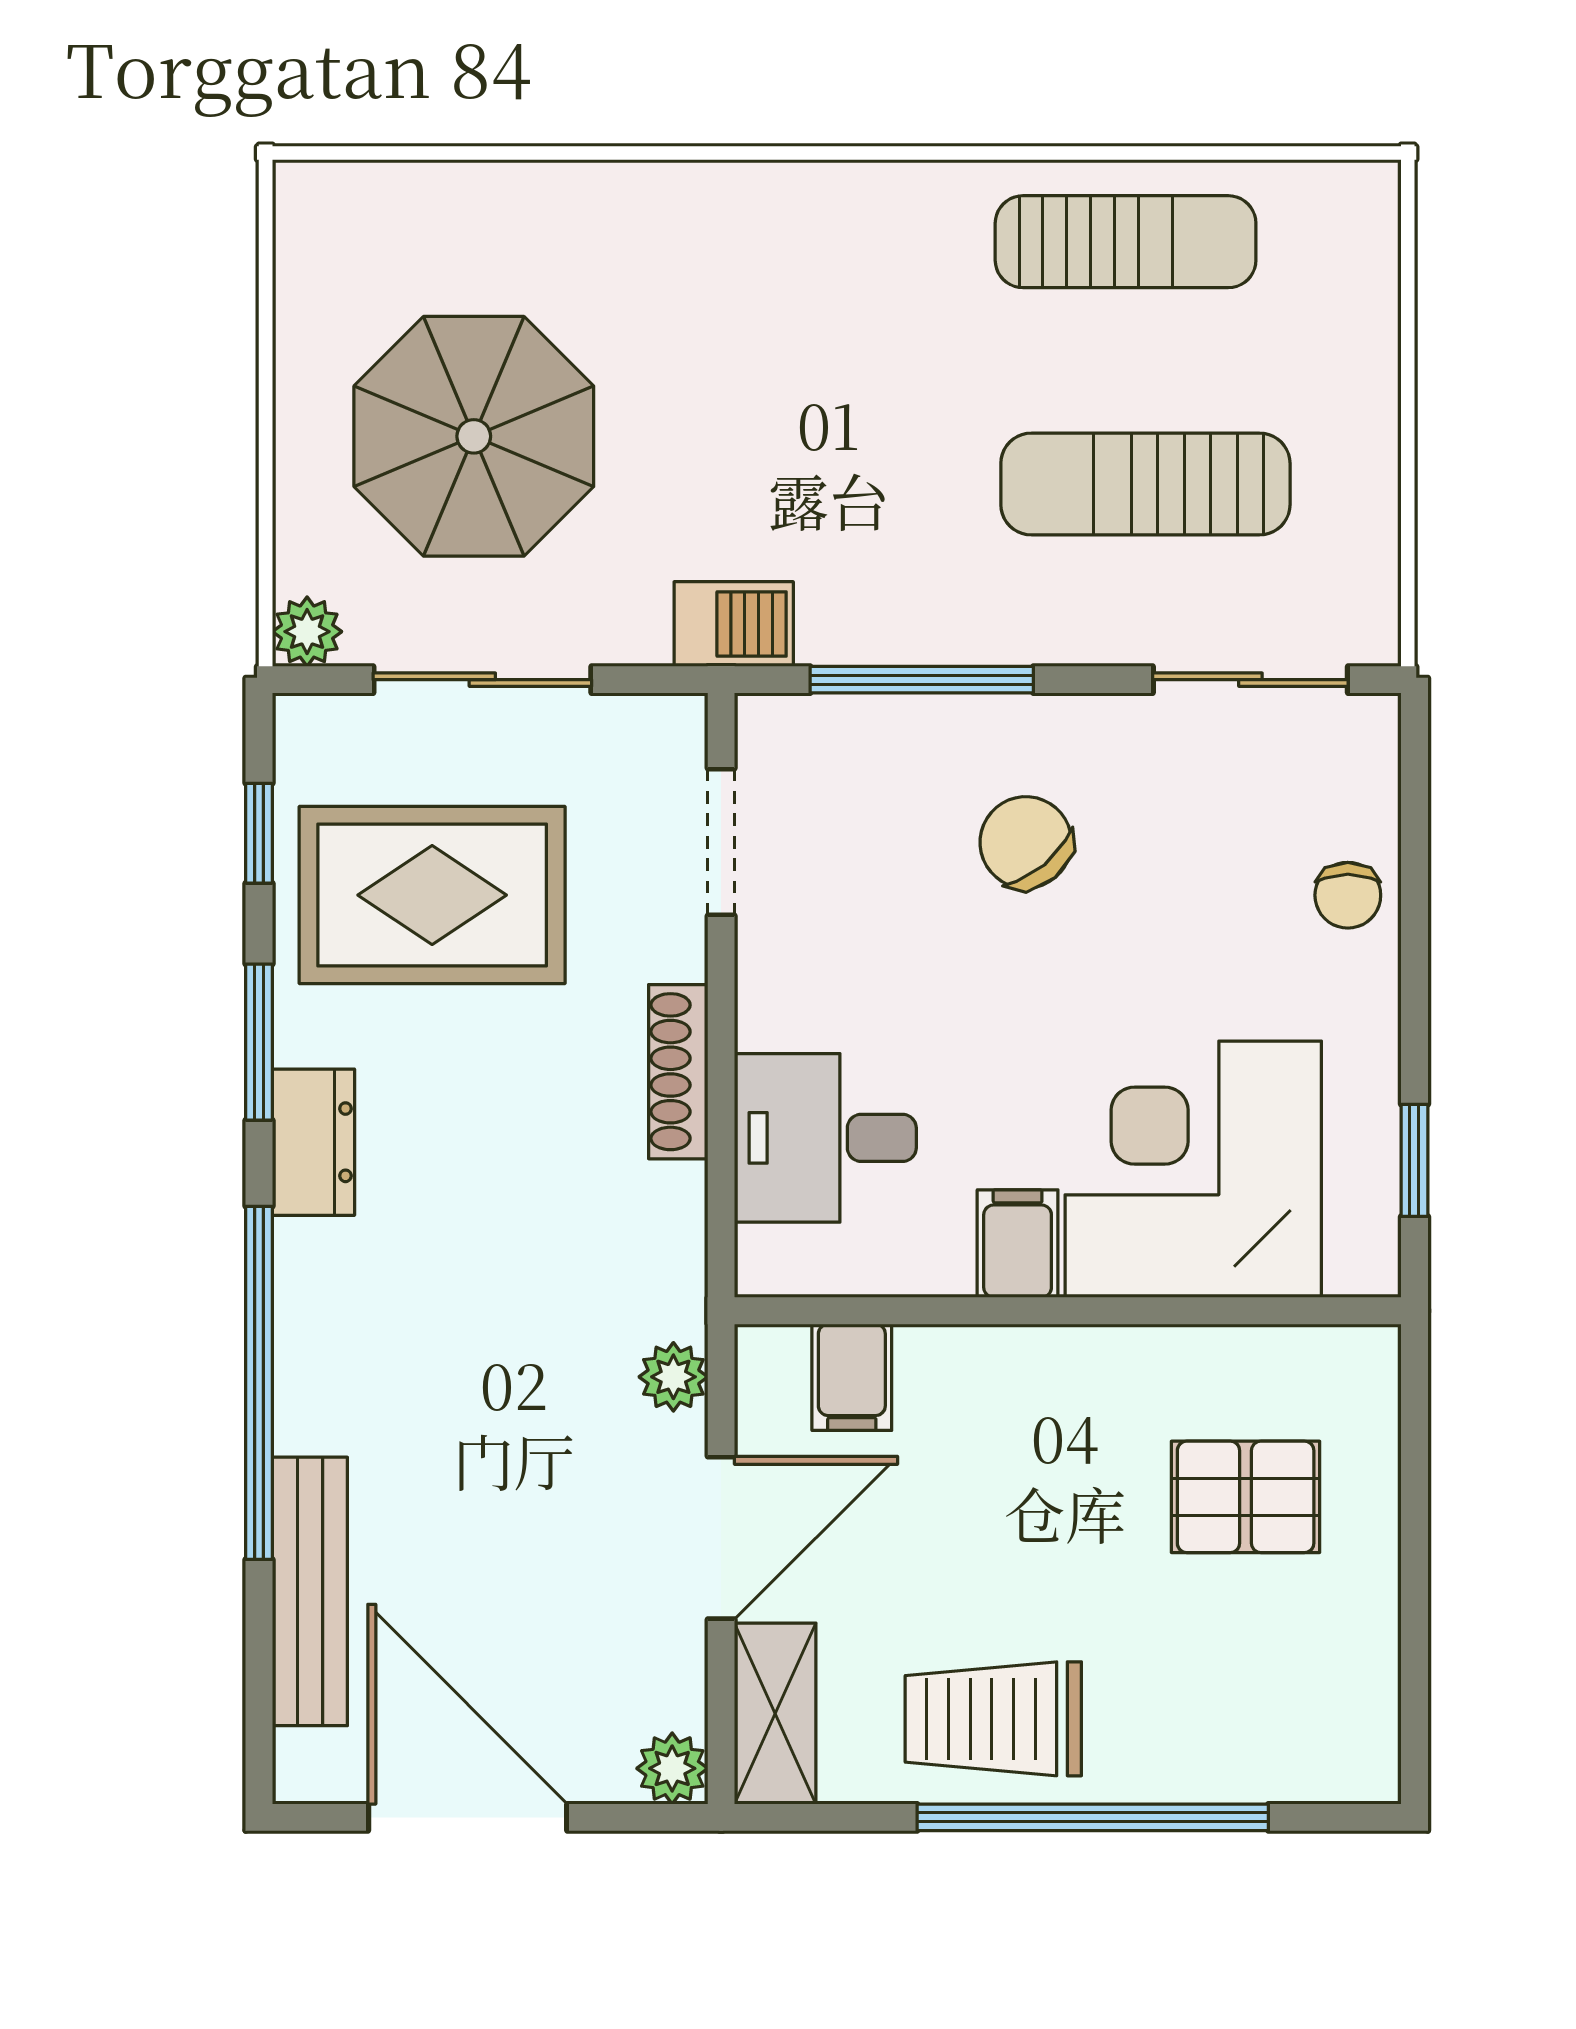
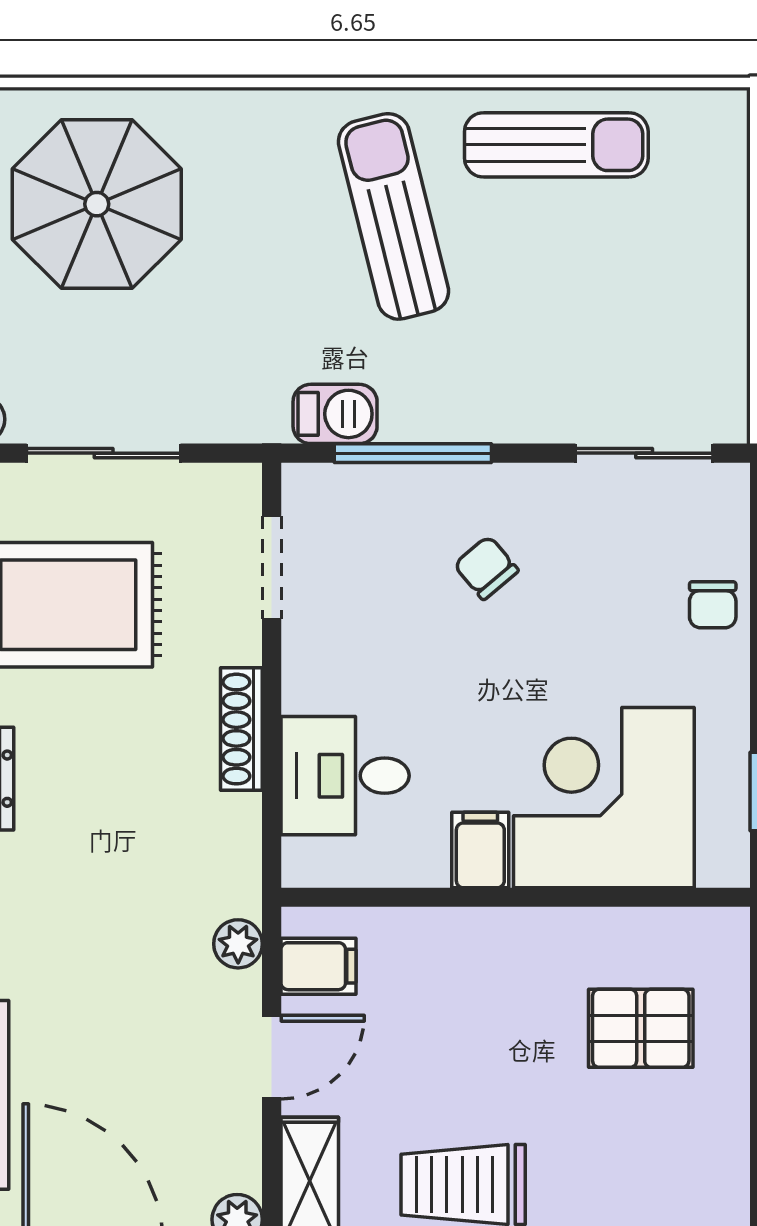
parasol: (474, 436) -> (97, 204), moved
sun lounger: (1145, 484) -> (393, 216), moved, turned 76
barbecue: (734, 624) -> (335, 414), moved
chair: (1026, 842) -> (486, 568), width x0.73, depth x0.73
filing cabinet: (852, 1377) -> (318, 966), moved, turned -90
door: (721, 1538) -> (272, 1057), width x0.73

